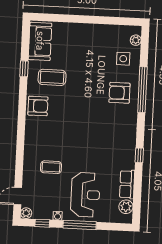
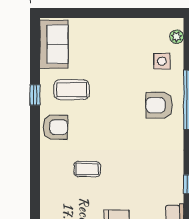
window: (24, 69) -> (35, 95), moved
coffee table: (51, 167) -> (87, 169), moved

